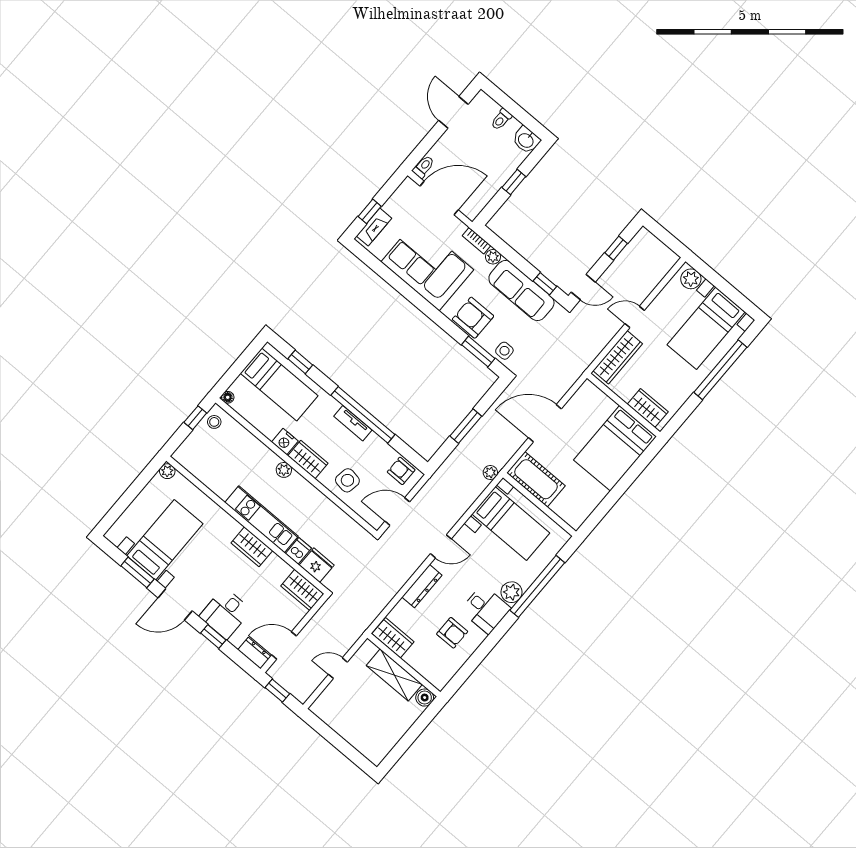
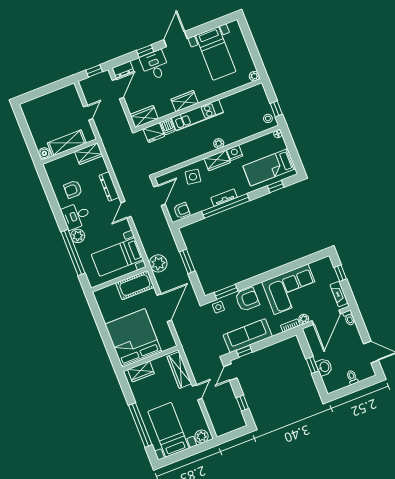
washbasin: (526, 140) -> (324, 367), moved, turned 90
fireplace: (374, 227) -> (339, 294), moved
plant: (493, 257) -> (304, 319), moved
bed: (615, 448) -> (133, 338), width x1.36
plant: (490, 473) -> (158, 263), width x1.88, depth x1.88
window: (137, 572) -> (206, 28), removed

